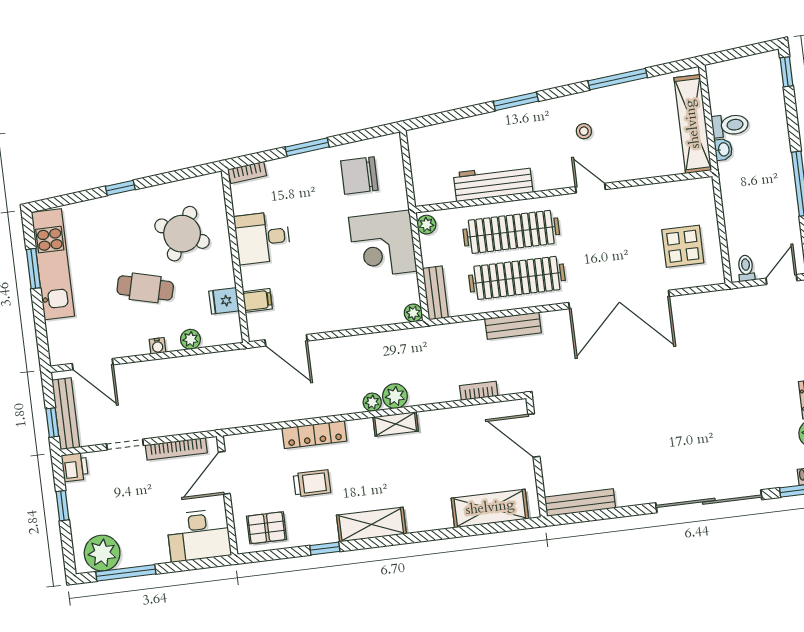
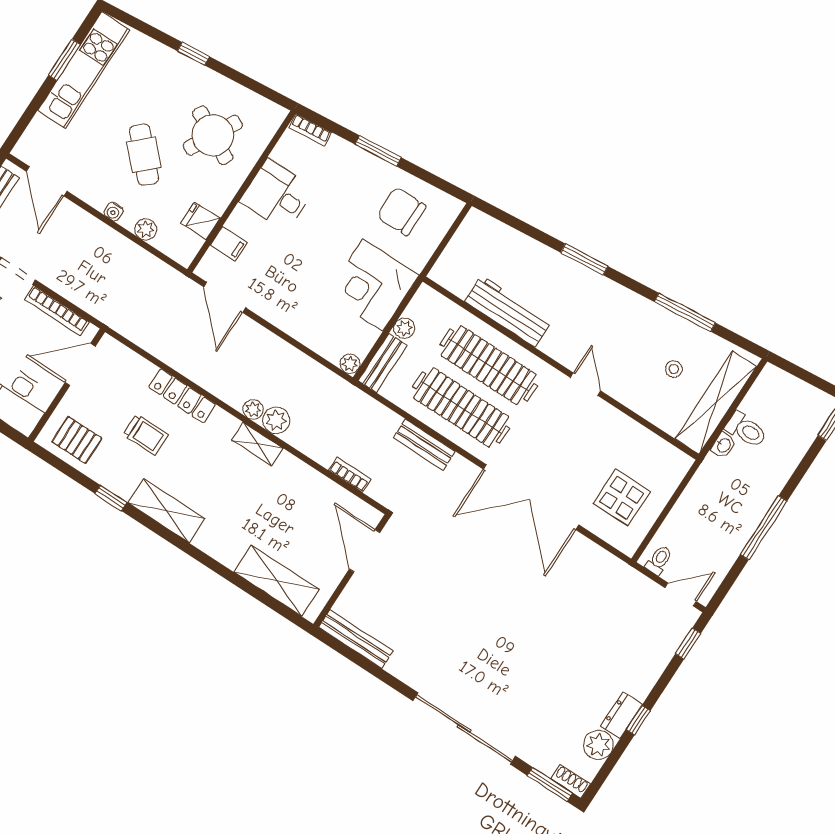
stool: (584, 131) -> (674, 369), moved
plant: (426, 225) -> (404, 328), moved
cafe table: (145, 288) -> (144, 155), turned 33

